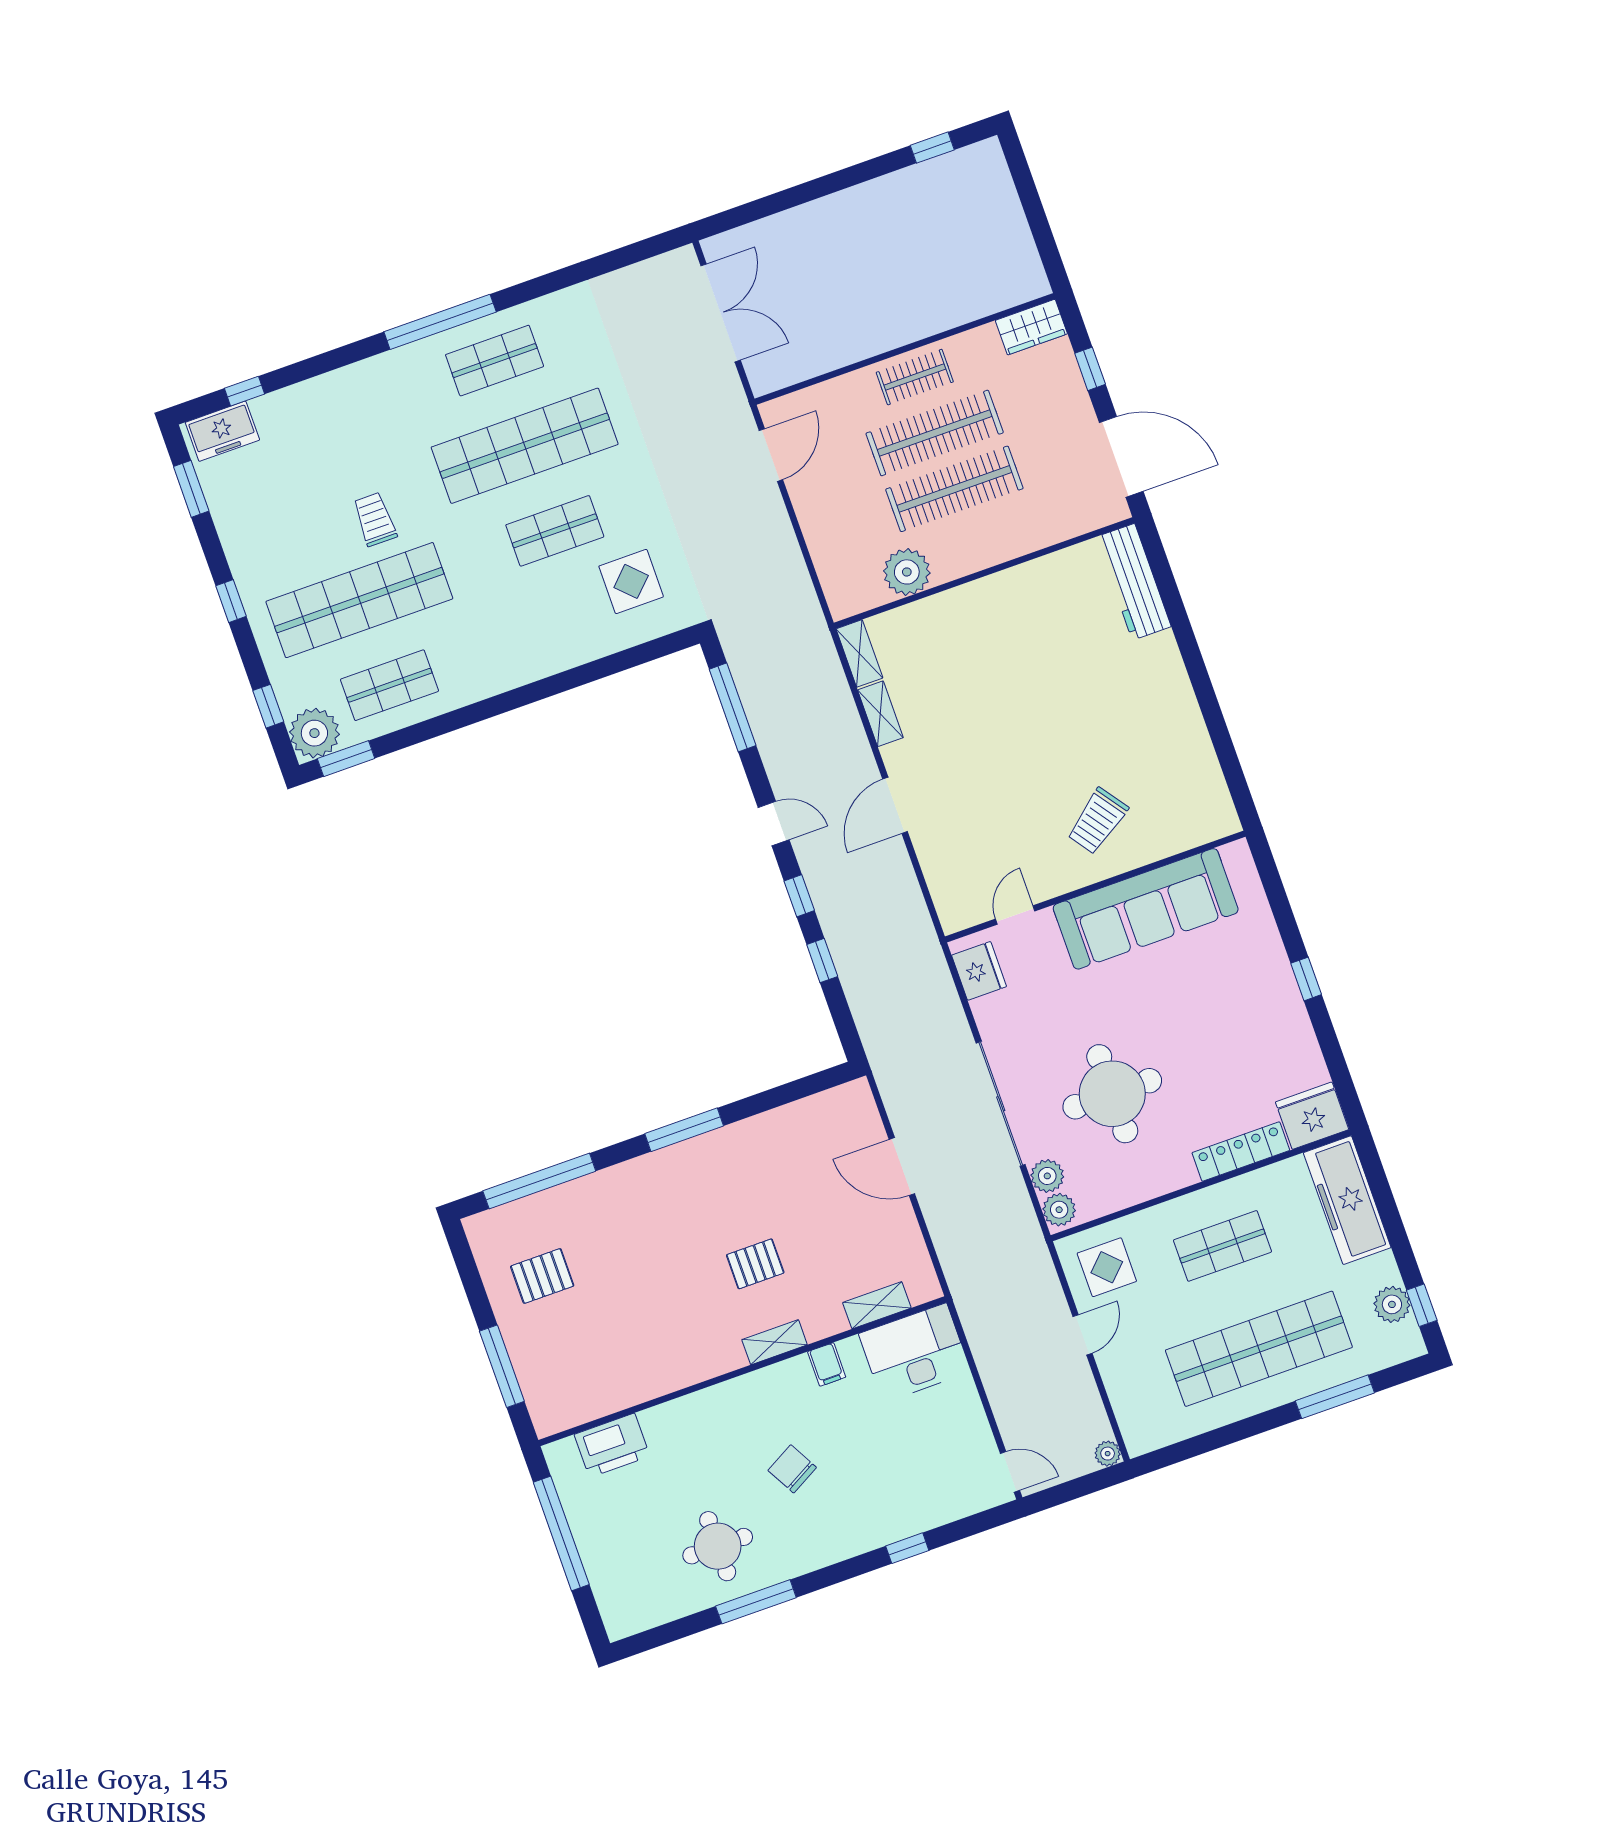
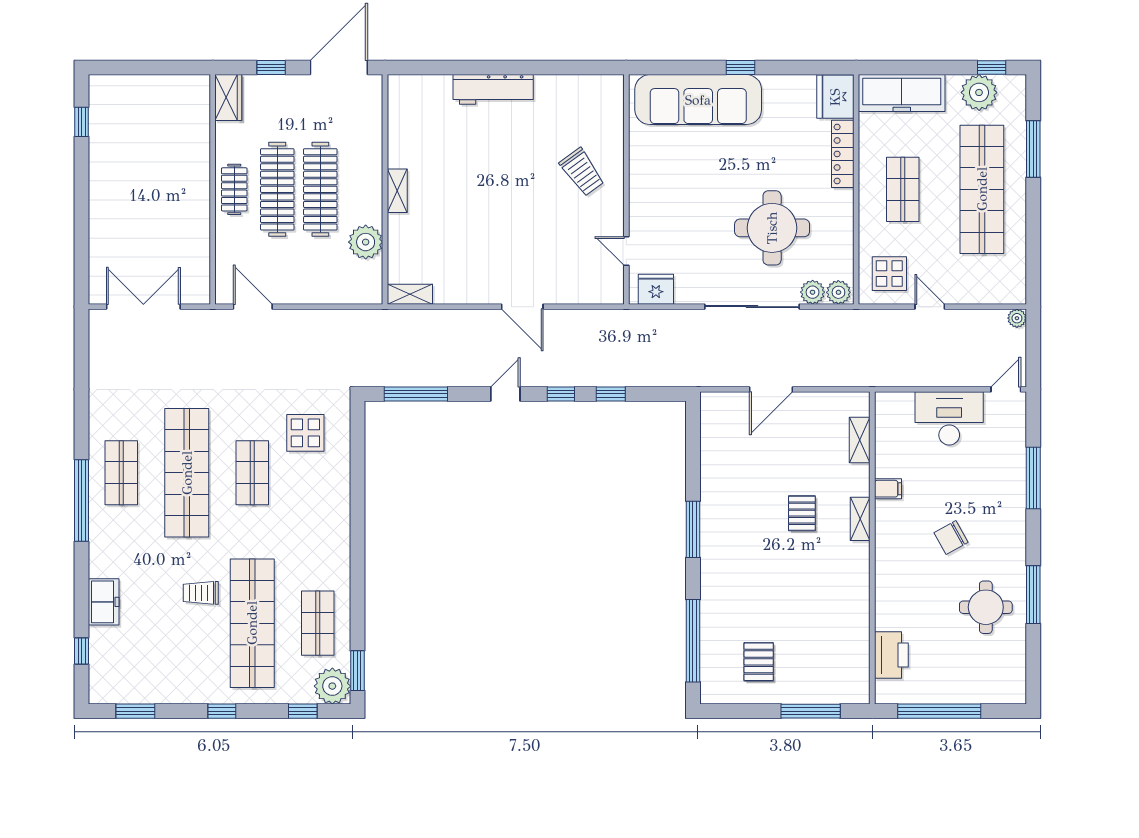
freezer: (222, 431) -> (104, 602), moved
workbench: (1133, 582) -> (493, 89), moved
shelving: (880, 714) -> (397, 191), moved, turned 90
sofa: (1146, 909) -> (698, 100), moved, turned 90
plant: (1392, 1304) -> (979, 92), width x1.36, depth x1.36
desk: (915, 1353) -> (949, 418), moved, turned 90
window: (907, 1548) -> (1033, 478), width x2.17

